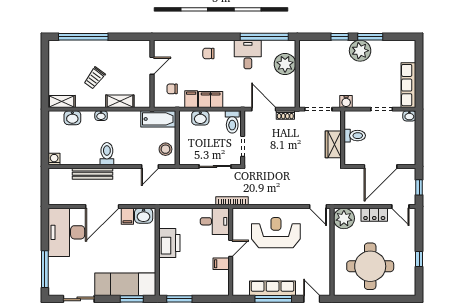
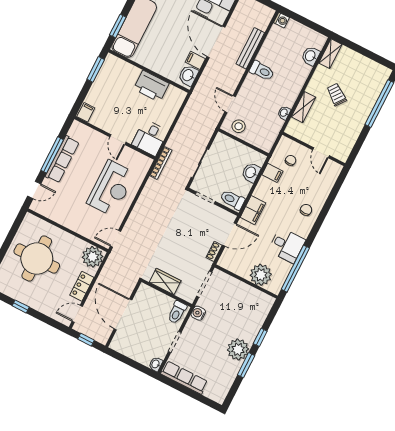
filing cabinet: (211, 100) -> (253, 210), moved
washbasin: (101, 116) -> (284, 113), moved
bathtub: (158, 119) -> (270, 134), removed
toilet: (355, 136) -> (177, 312), moved
filing cabinet: (221, 264) -> (86, 112), moved

